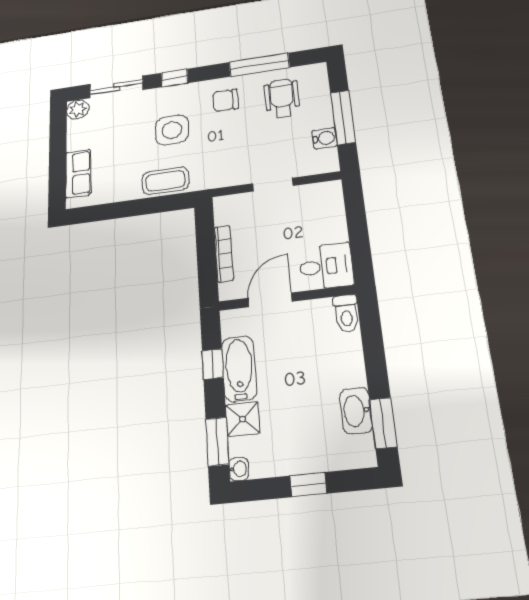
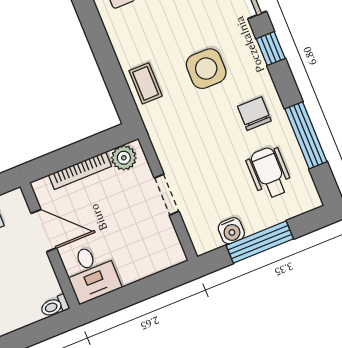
wheelchair: (282, 98) -> (269, 173), turned -90
coffee table: (165, 181) -> (146, 83), width x0.73, depth x0.77
plant: (226, 213) -> (124, 158), added
toilet: (346, 313) -> (55, 306), width x0.73, depth x0.72

